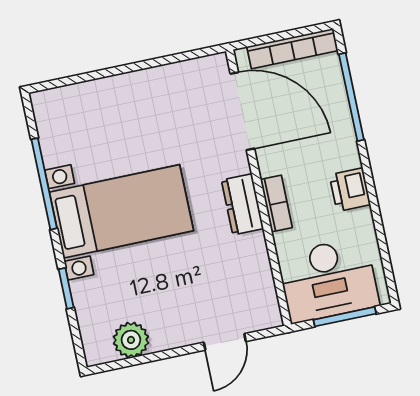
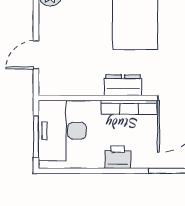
bookcase: (276, 203) -> (129, 107), width x1.56
door: (225, 342) -> (36, 55), hinge flipped

